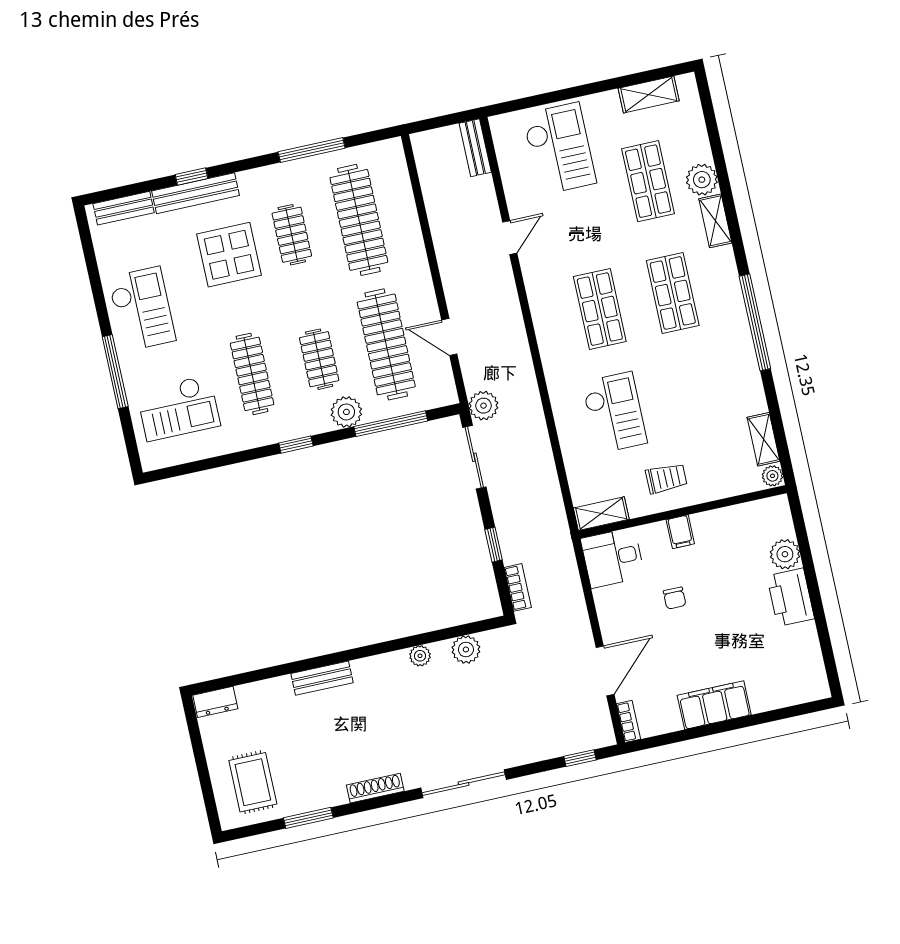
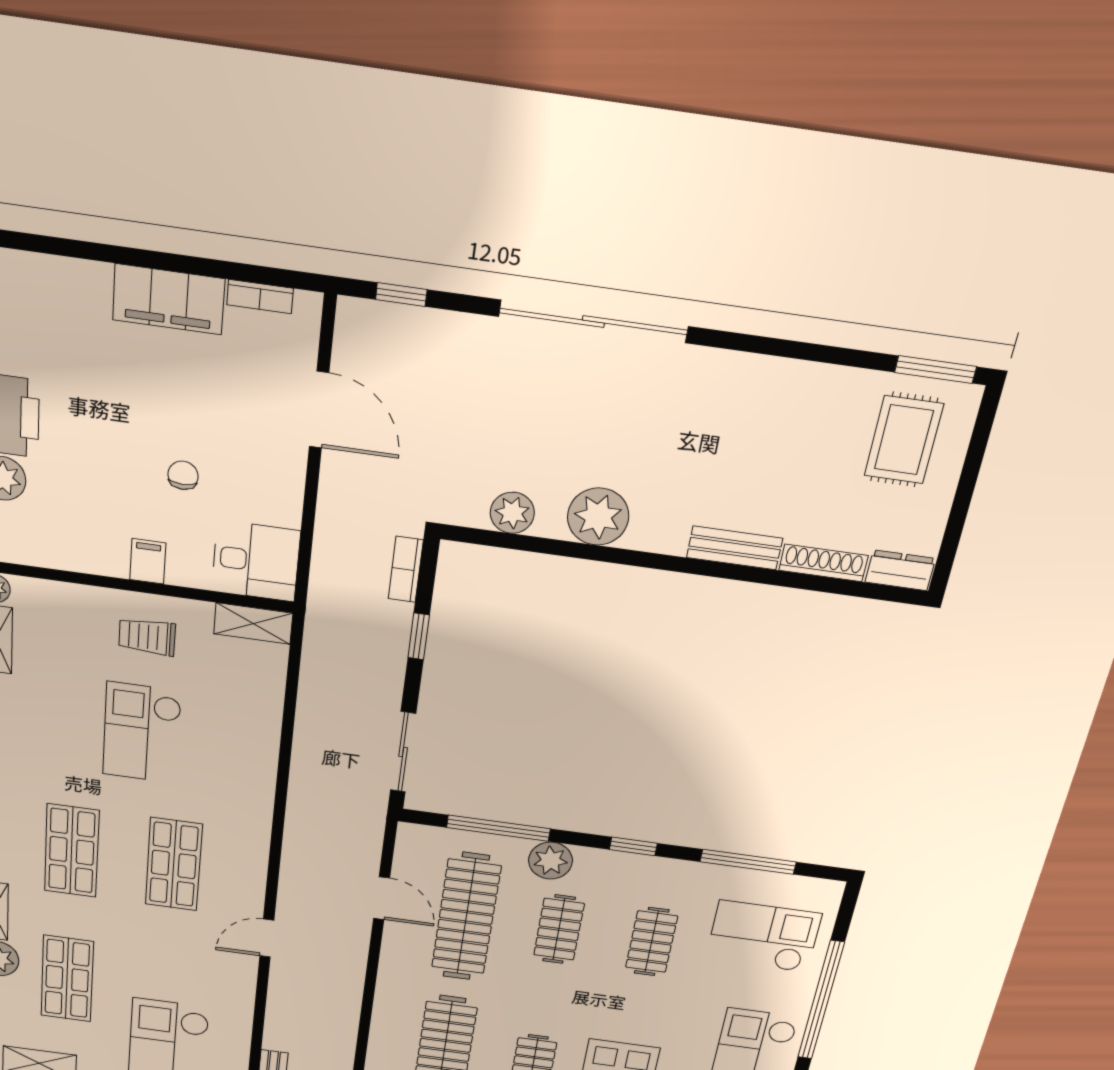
door: (510, 238) -> (267, 938), moved
window: (115, 372) -> (821, 1000), width x1.46
clothes rail: (252, 374) -> (652, 942), width x0.73
plant: (483, 406) -> (367, 808), removed
checkout: (614, 413) -> (142, 733), moved
window: (215, 462) -> (748, 862), added
plant: (420, 656) -> (598, 517), width x1.88, depth x1.88
door: (605, 671) -> (319, 410), swing flipped
bookcase: (628, 721) -> (260, 297), moved, turned -90
sliding door: (464, 784) -> (593, 322), width x1.36
shoe rack: (375, 788) -> (823, 563), moved, turned 180
window: (308, 818) -> (936, 370), moved

